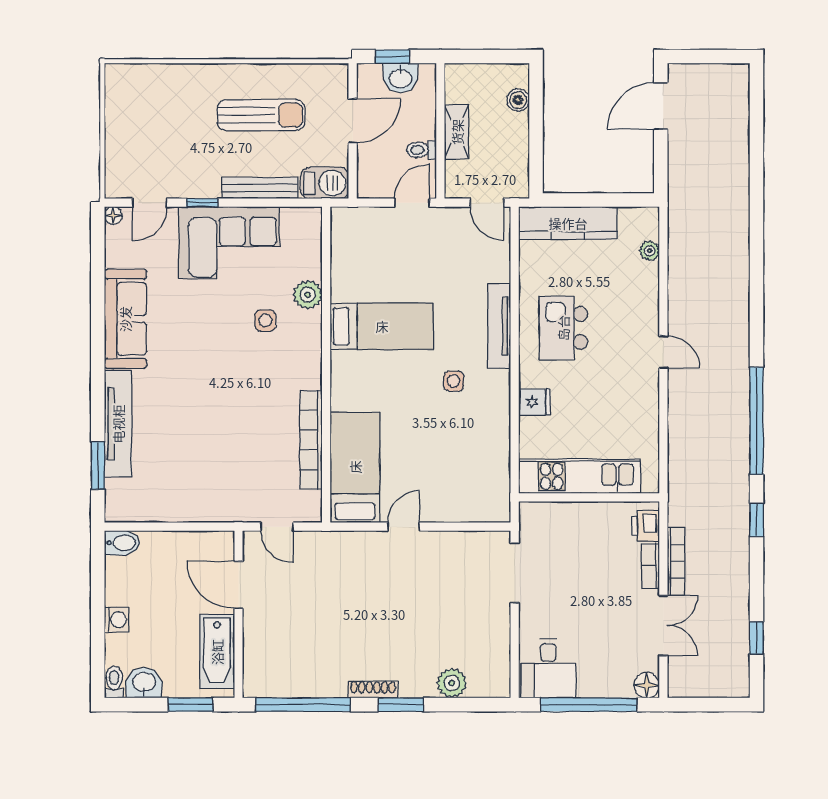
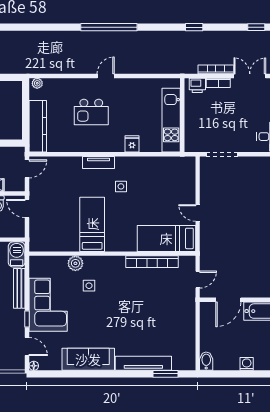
plant: (649, 251) -> (37, 83), moved
tv unit: (499, 326) -> (98, 162), width x0.71
kitchen island: (563, 328) -> (91, 112), moved
window: (756, 421) -> (109, 27), moved

